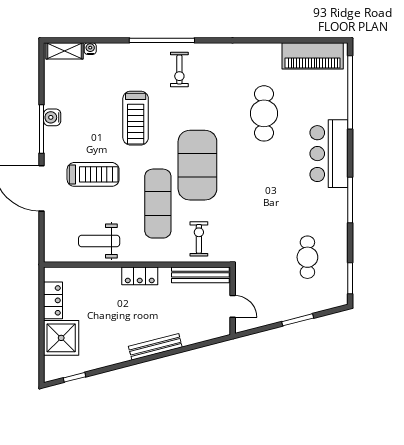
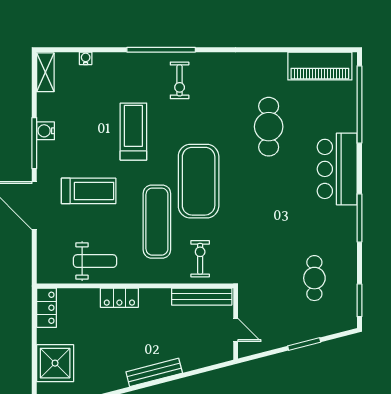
shelving: (64, 51) -> (45, 72), moved, turned 90
treadmill: (136, 118) -> (133, 132), turned 180
weight bench: (99, 241) -> (95, 261), turned 180
locker: (140, 276) -> (119, 298), moved
locker: (53, 300) -> (47, 308), moved

